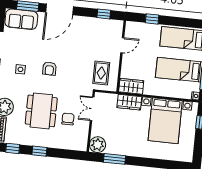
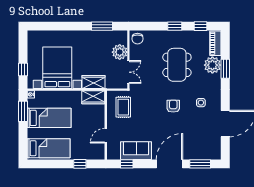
sofa: (21, 19) -> (136, 151), moved
chair: (68, 119) -> (137, 39), moved
plant: (98, 145) -> (120, 52), moved

